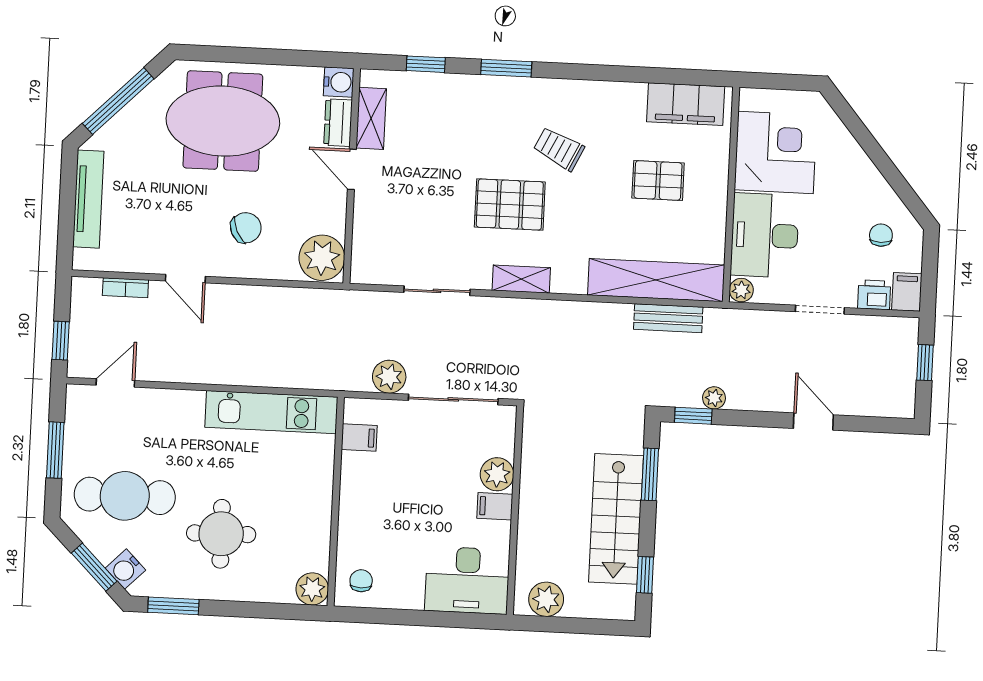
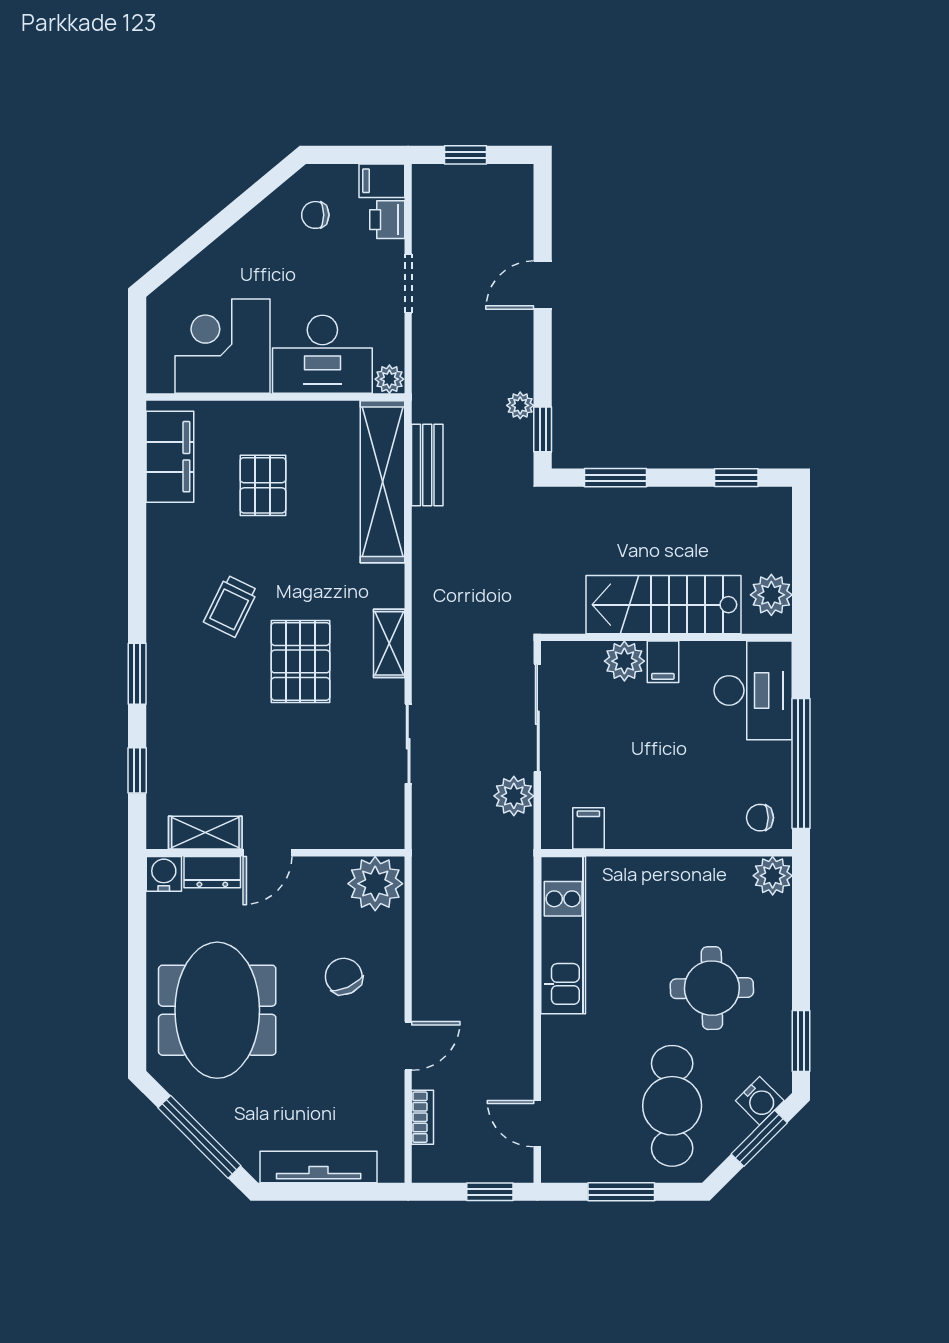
stairs: (616, 519) -> (663, 605), moved, turned 180
window: (405, 617) -> (801, 763), added

